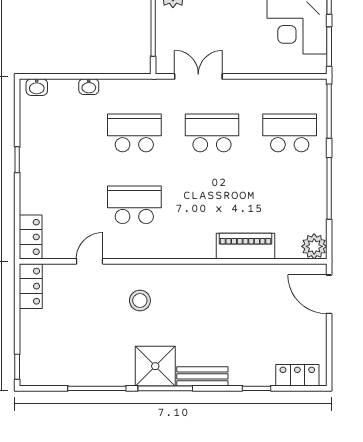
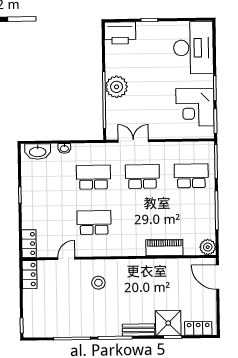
washbasin: (37, 87) -> (38, 152), width x1.91, depth x1.45
shower: (155, 366) -> (168, 323), moved

